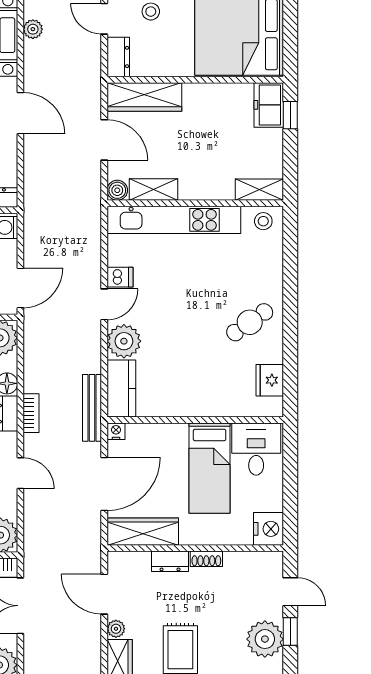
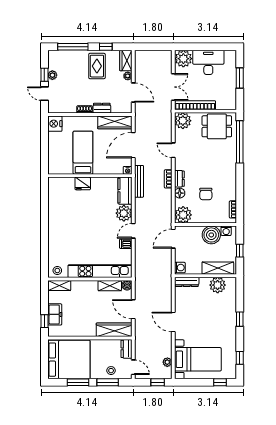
freezer: (269, 105) -> (55, 314), moved
cafe table: (250, 322) -> (64, 222), removed
fridge: (270, 380) -> (83, 183), moved, turned 90
desk: (256, 449) -> (61, 162), removed
plant: (265, 639) -> (52, 75), width x0.53, depth x0.53

